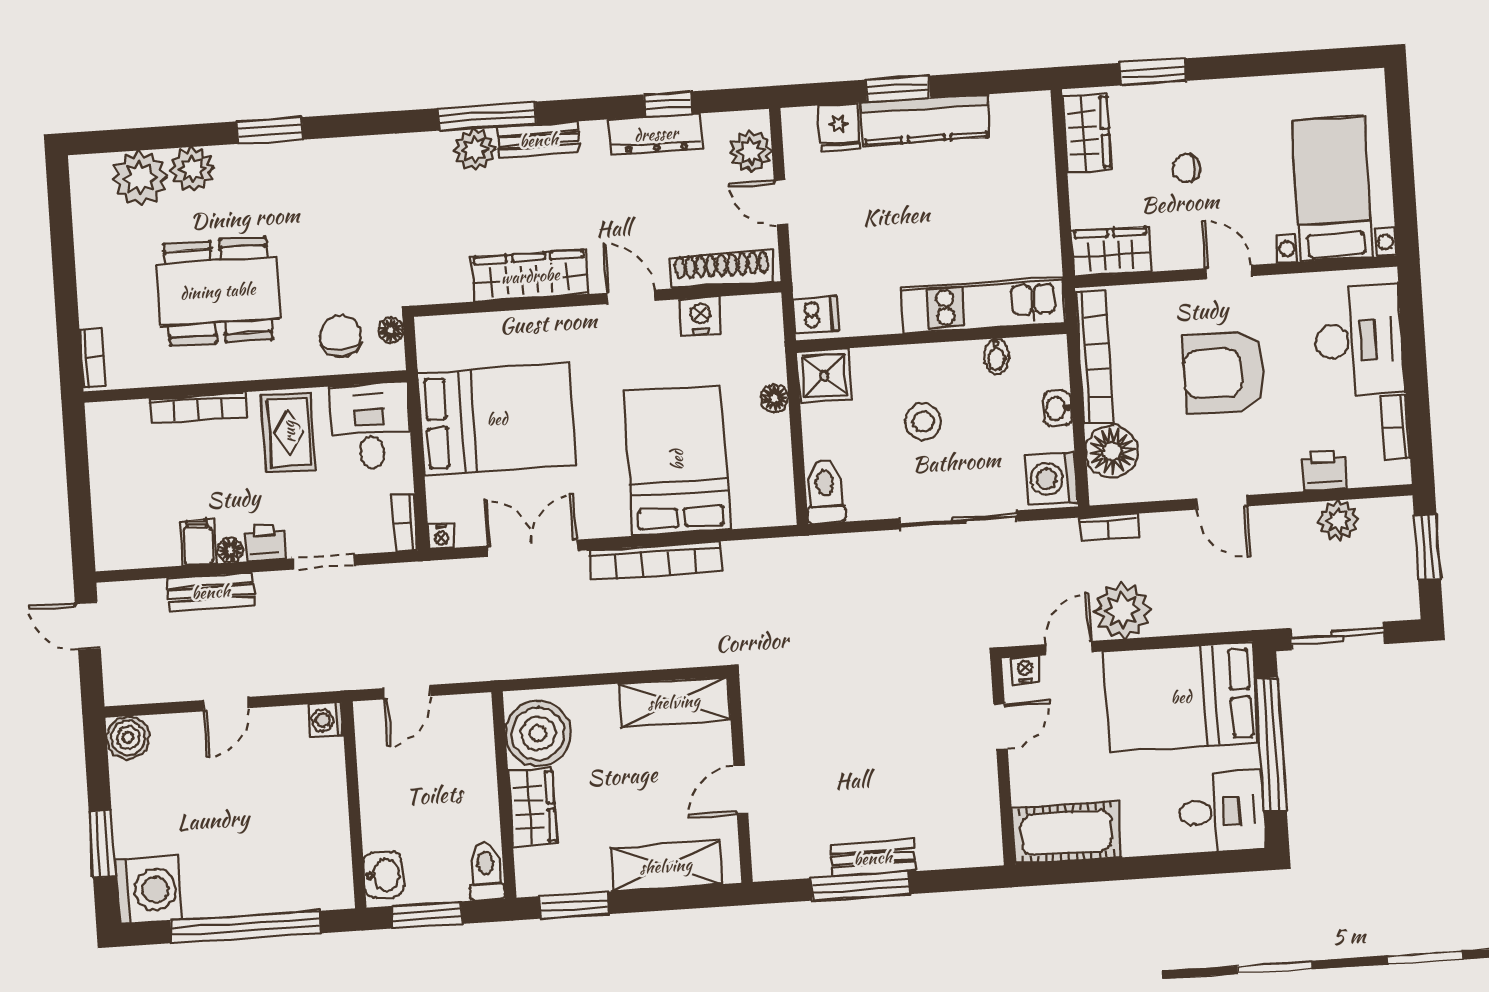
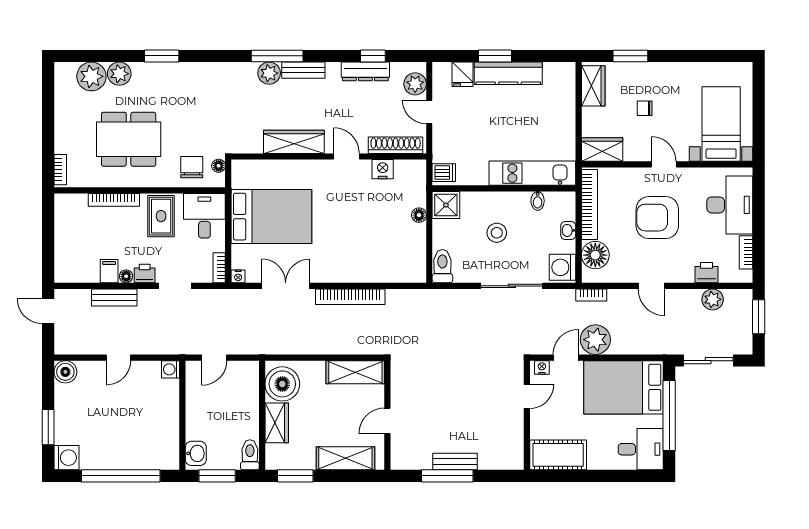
bed: (677, 460) -> (365, 245), removed
washing machine: (149, 890) -> (66, 458), width x0.73, depth x0.73

